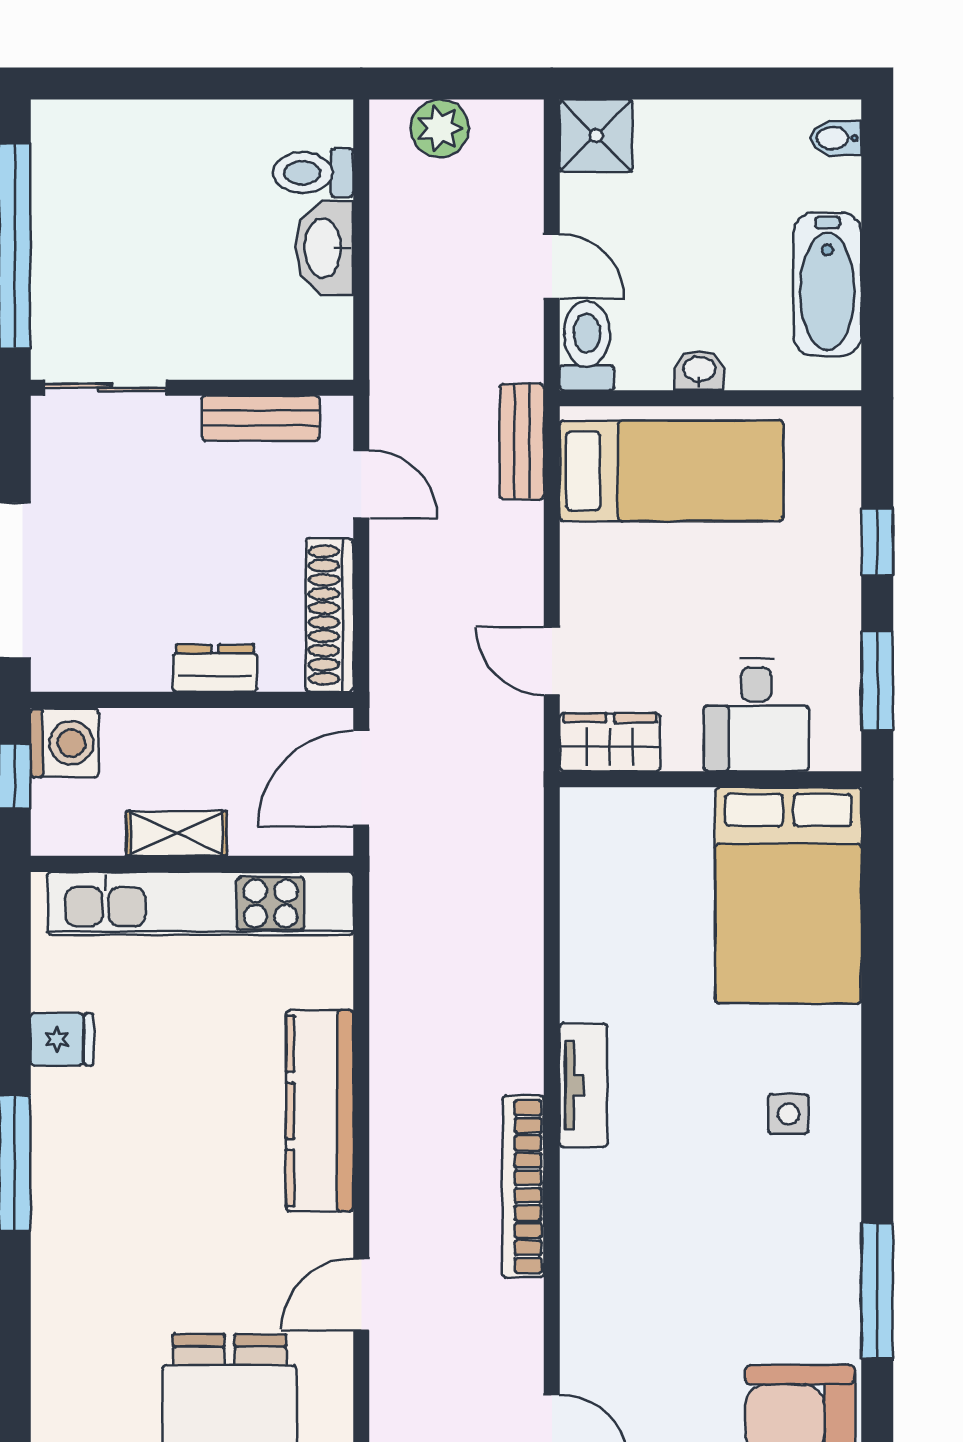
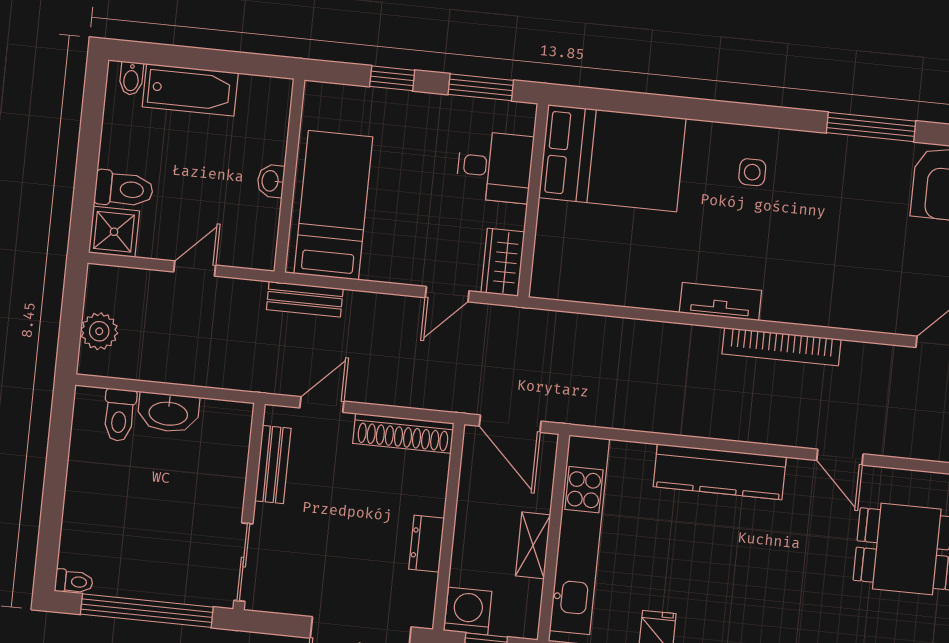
toilet: (48, 128) -> (74, 582), added
bathtub: (827, 284) -> (190, 90), moved
toilet: (587, 346) -> (124, 189), moved, turned 180
dresser: (215, 668) -> (426, 544), moved

